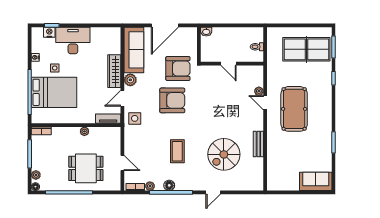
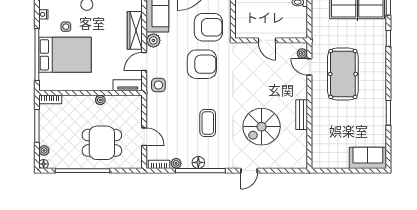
door: (229, 64) -> (267, 40), moved
wall: (232, 64) -> (271, 40), moved

